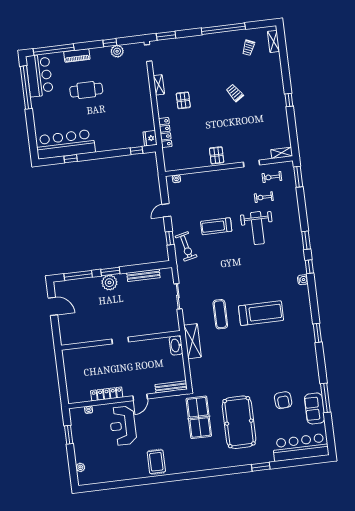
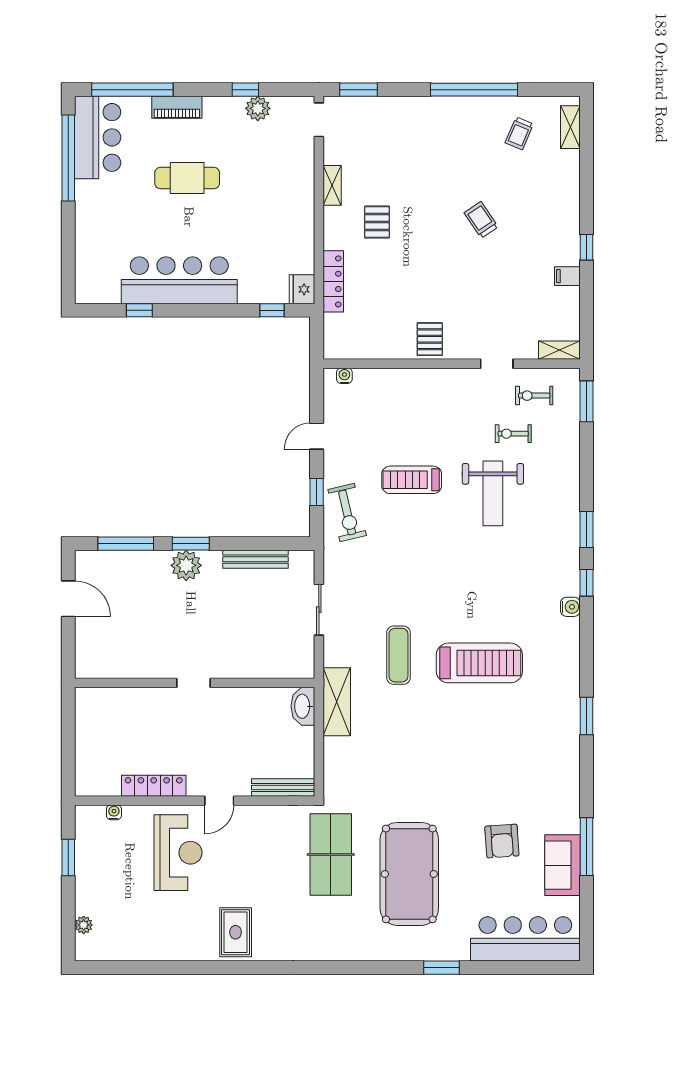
filing cabinet: (281, 116) -> (567, 276), added
bar counter: (65, 144) -> (179, 280), moved
reception desk: (123, 426) -> (178, 853), turned 180

